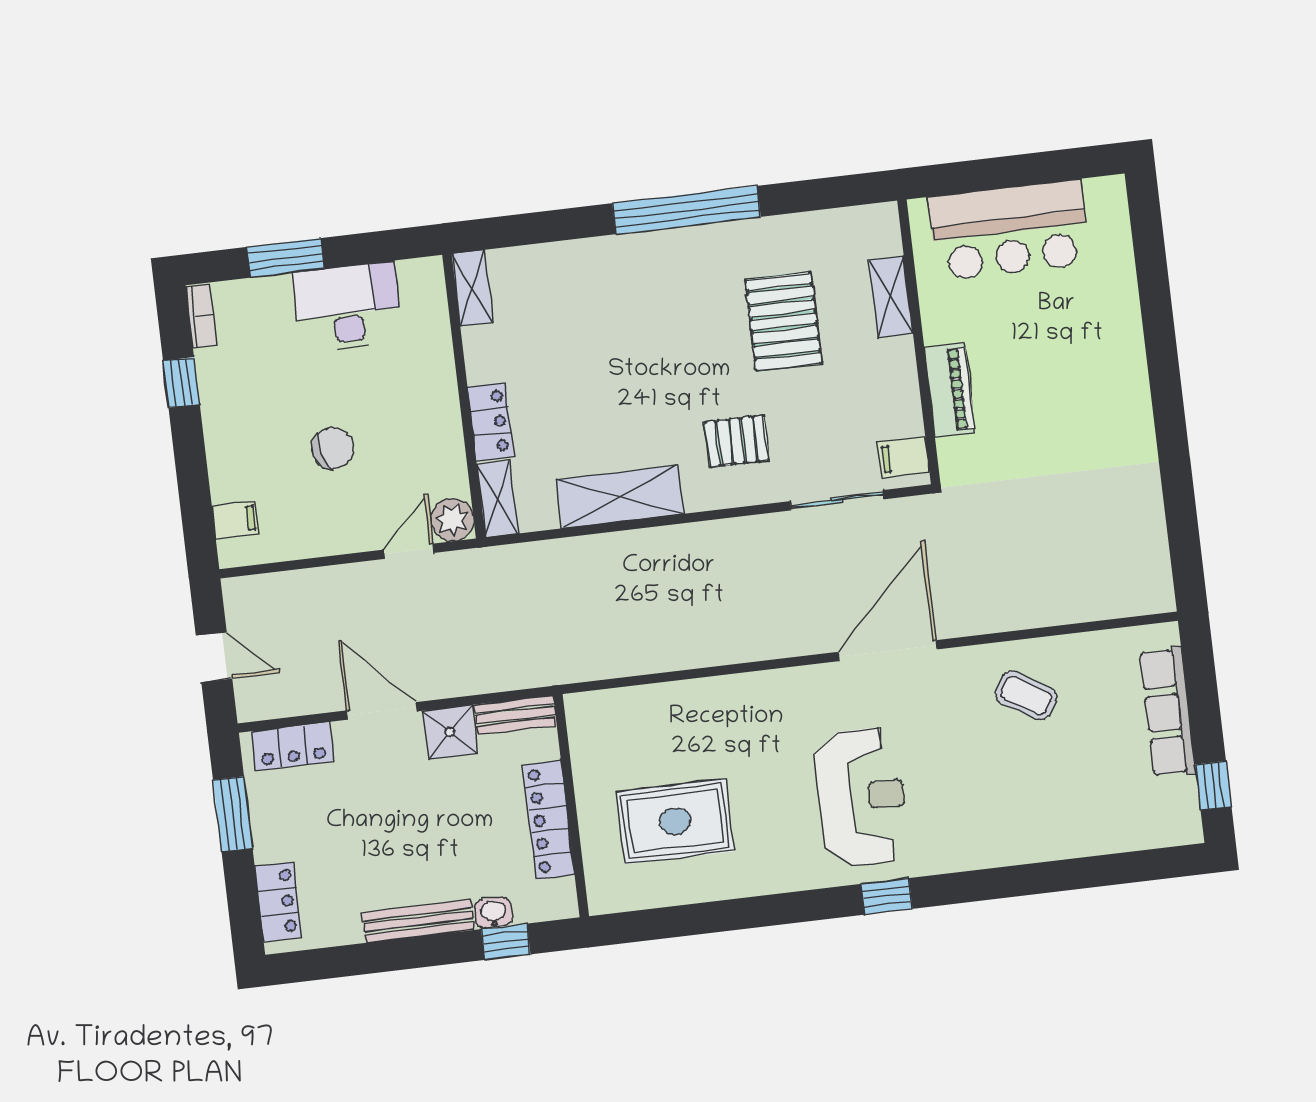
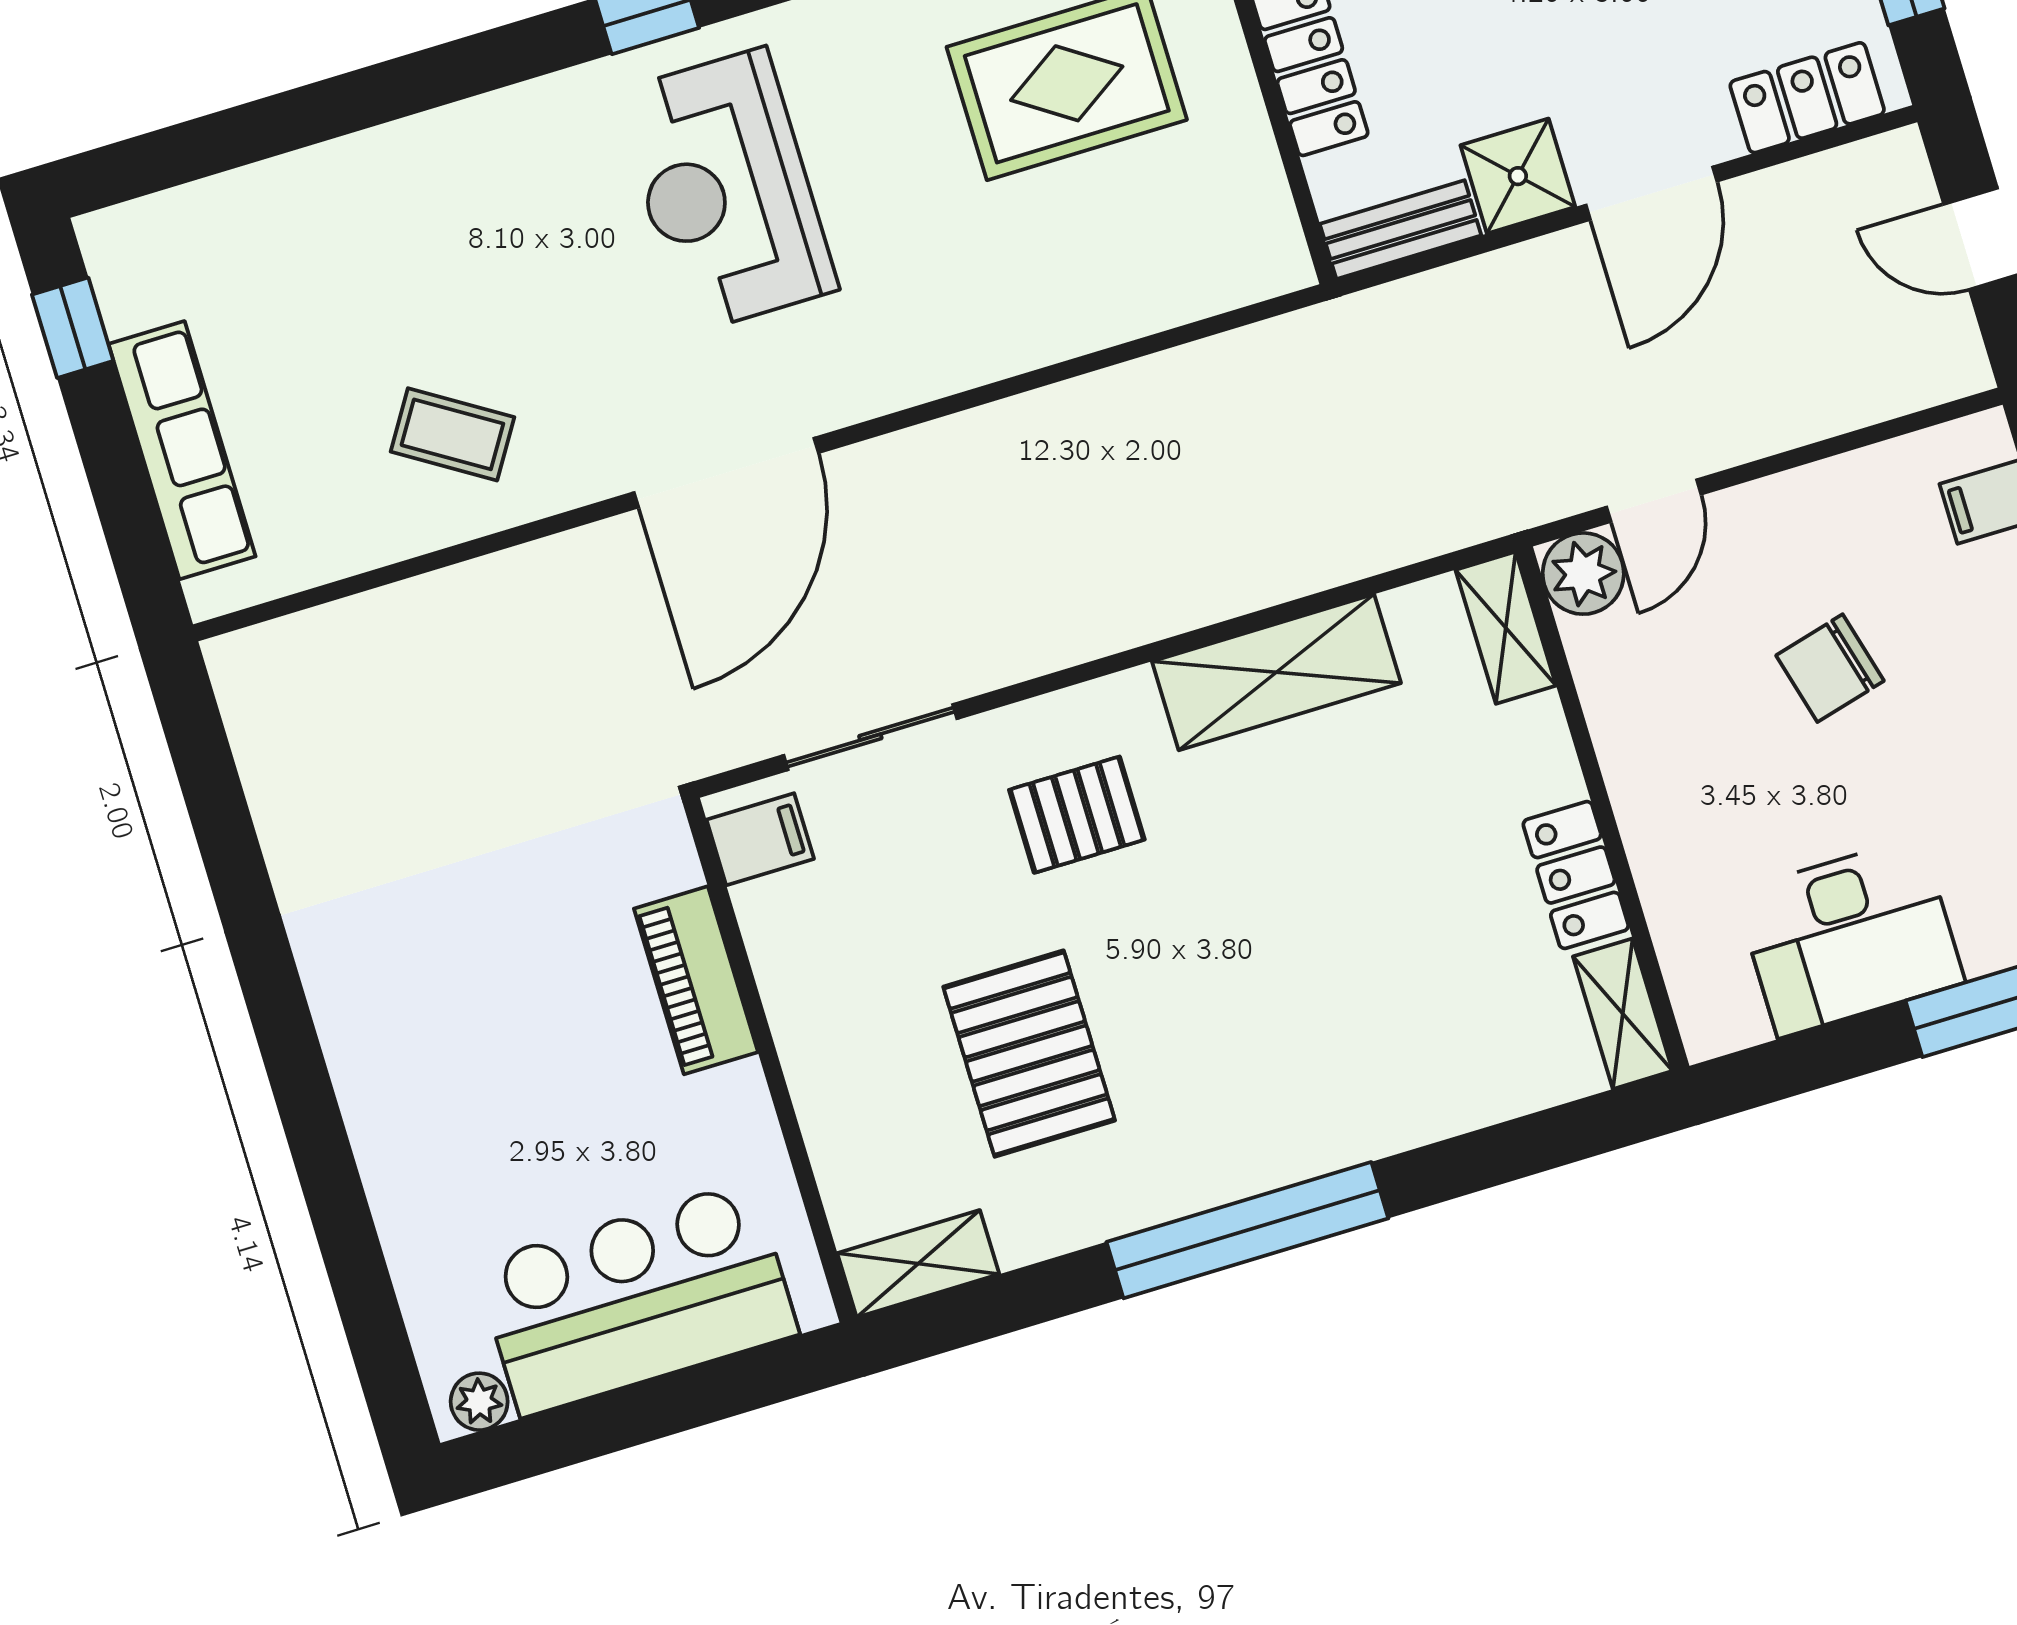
plant: (1101, 191) -> (479, 1402), added
shelving: (891, 297) -> (918, 1264), moved, turned 90
locker: (491, 422) -> (1576, 875), moved
door: (382, 711) -> (1652, 193), hinge flipped

